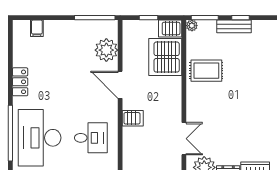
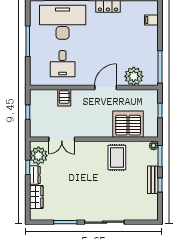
server rack: (170, 29) -> (151, 128), removed
server rack: (133, 118) -> (64, 98), moved

